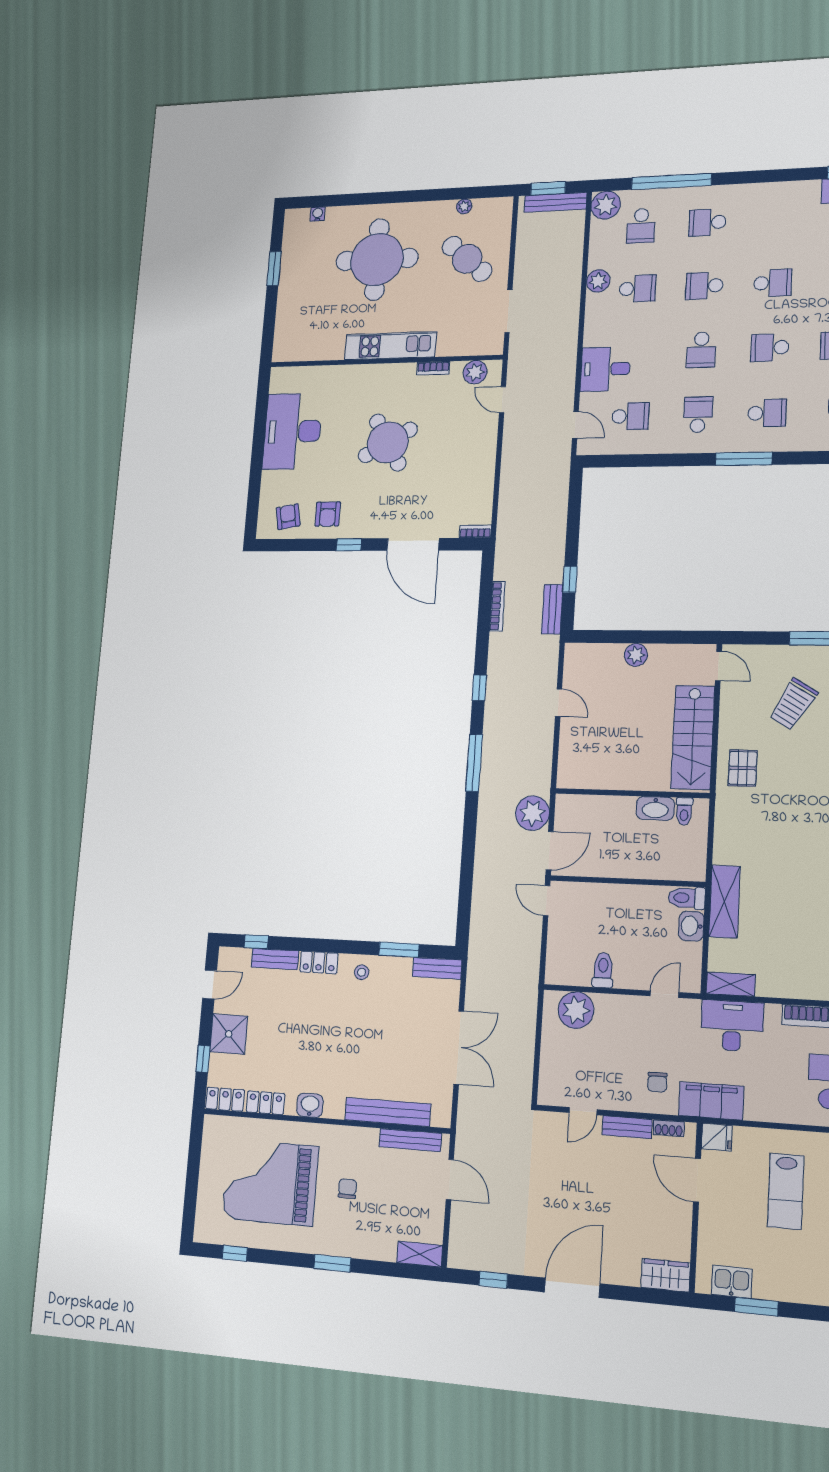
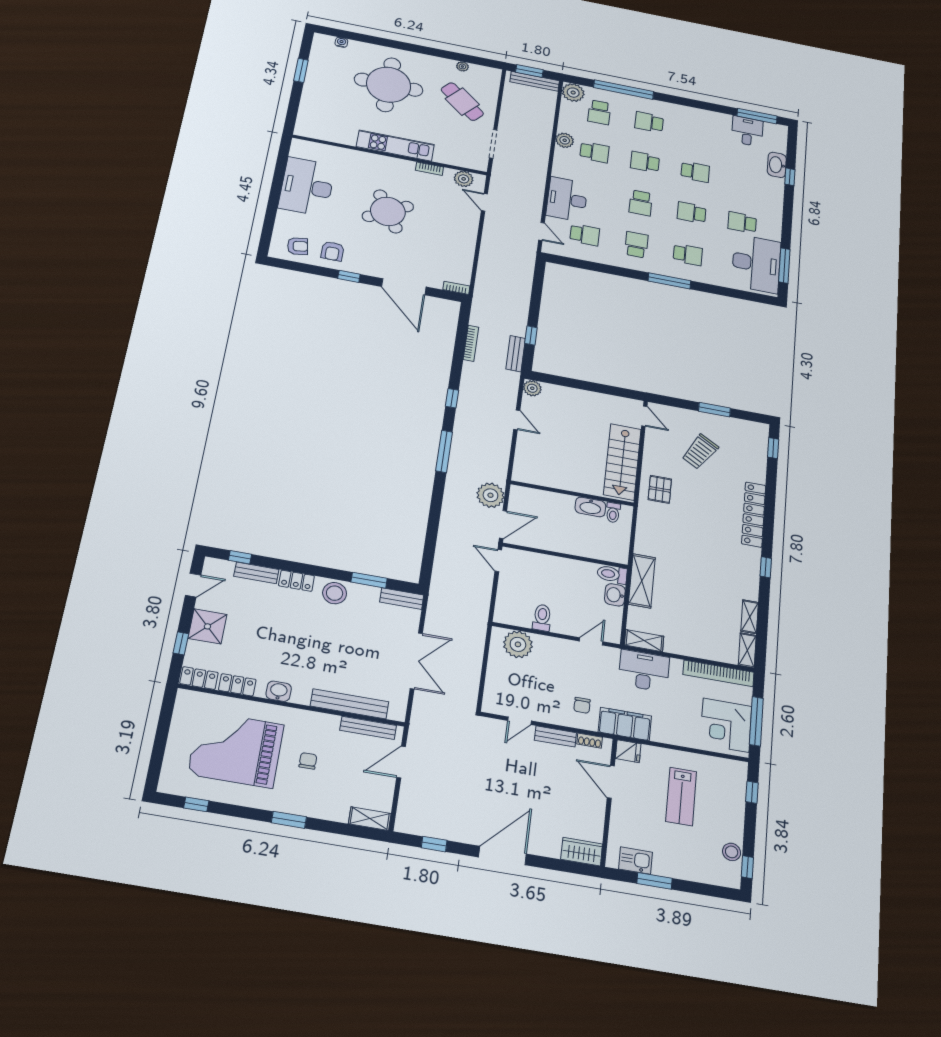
desk: (605, 369) -> (567, 199), width x1.37
armchair: (288, 517) -> (298, 246), turned 91
plant: (636, 655) -> (532, 388), moved
stool: (362, 972) -> (335, 593), width x1.89, depth x1.89
door: (450, 1180) -> (401, 762), swing flipped

